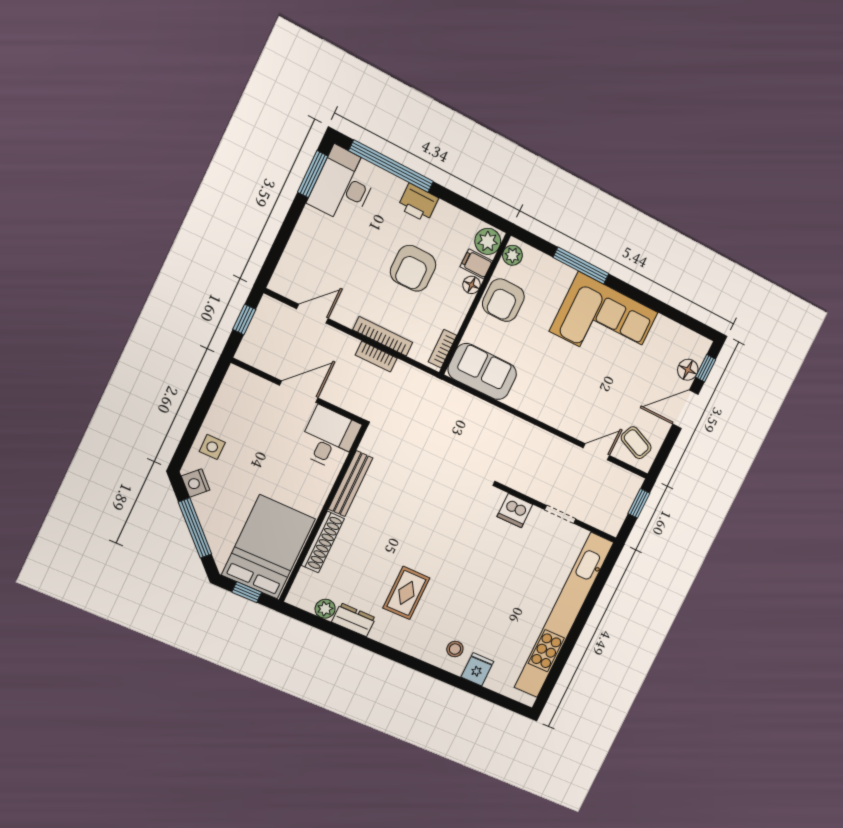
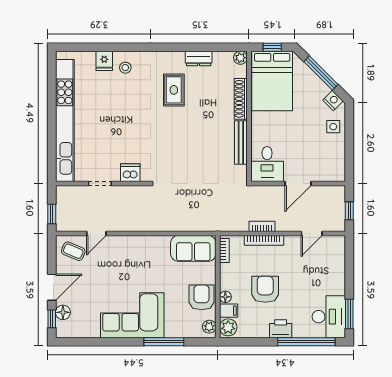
plant: (325, 609) -> (240, 58), moved

